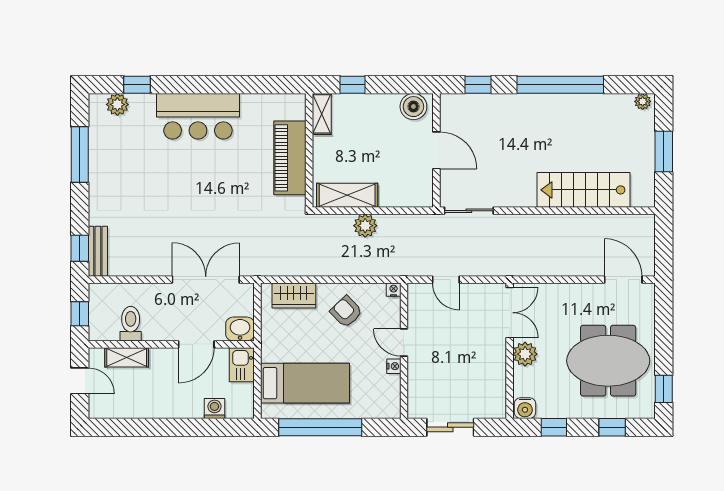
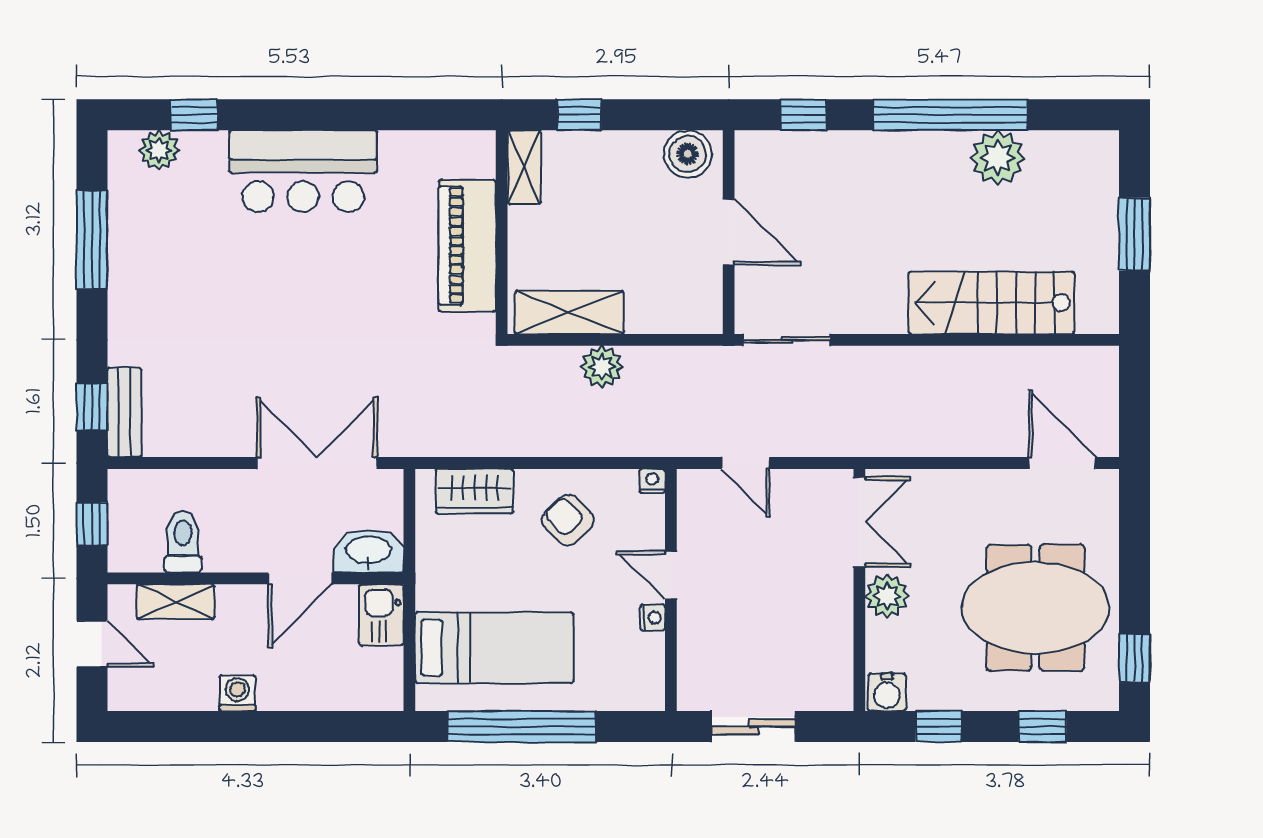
plant: (643, 101) -> (998, 158), moved, width x1.87, depth x1.87
washbasin: (240, 329) -> (368, 551), width x1.38
washing machine: (214, 408) -> (237, 693), moved

